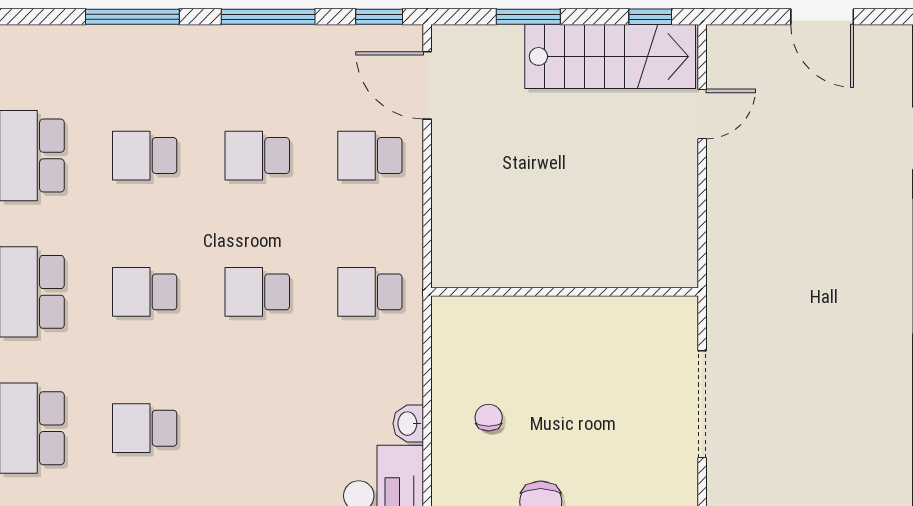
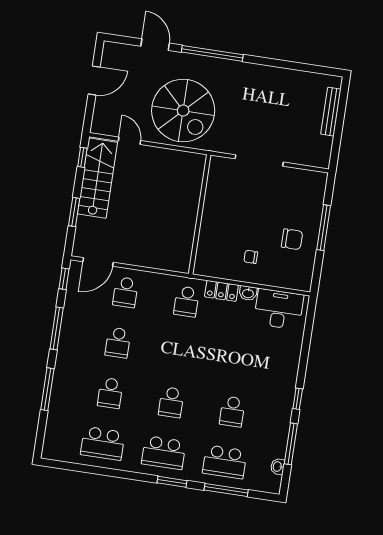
spiral stairs: (786, 221) -> (183, 111), added
school desk: (257, 292) -> (179, 352), removed
locker: (405, 365) -> (221, 291), added

